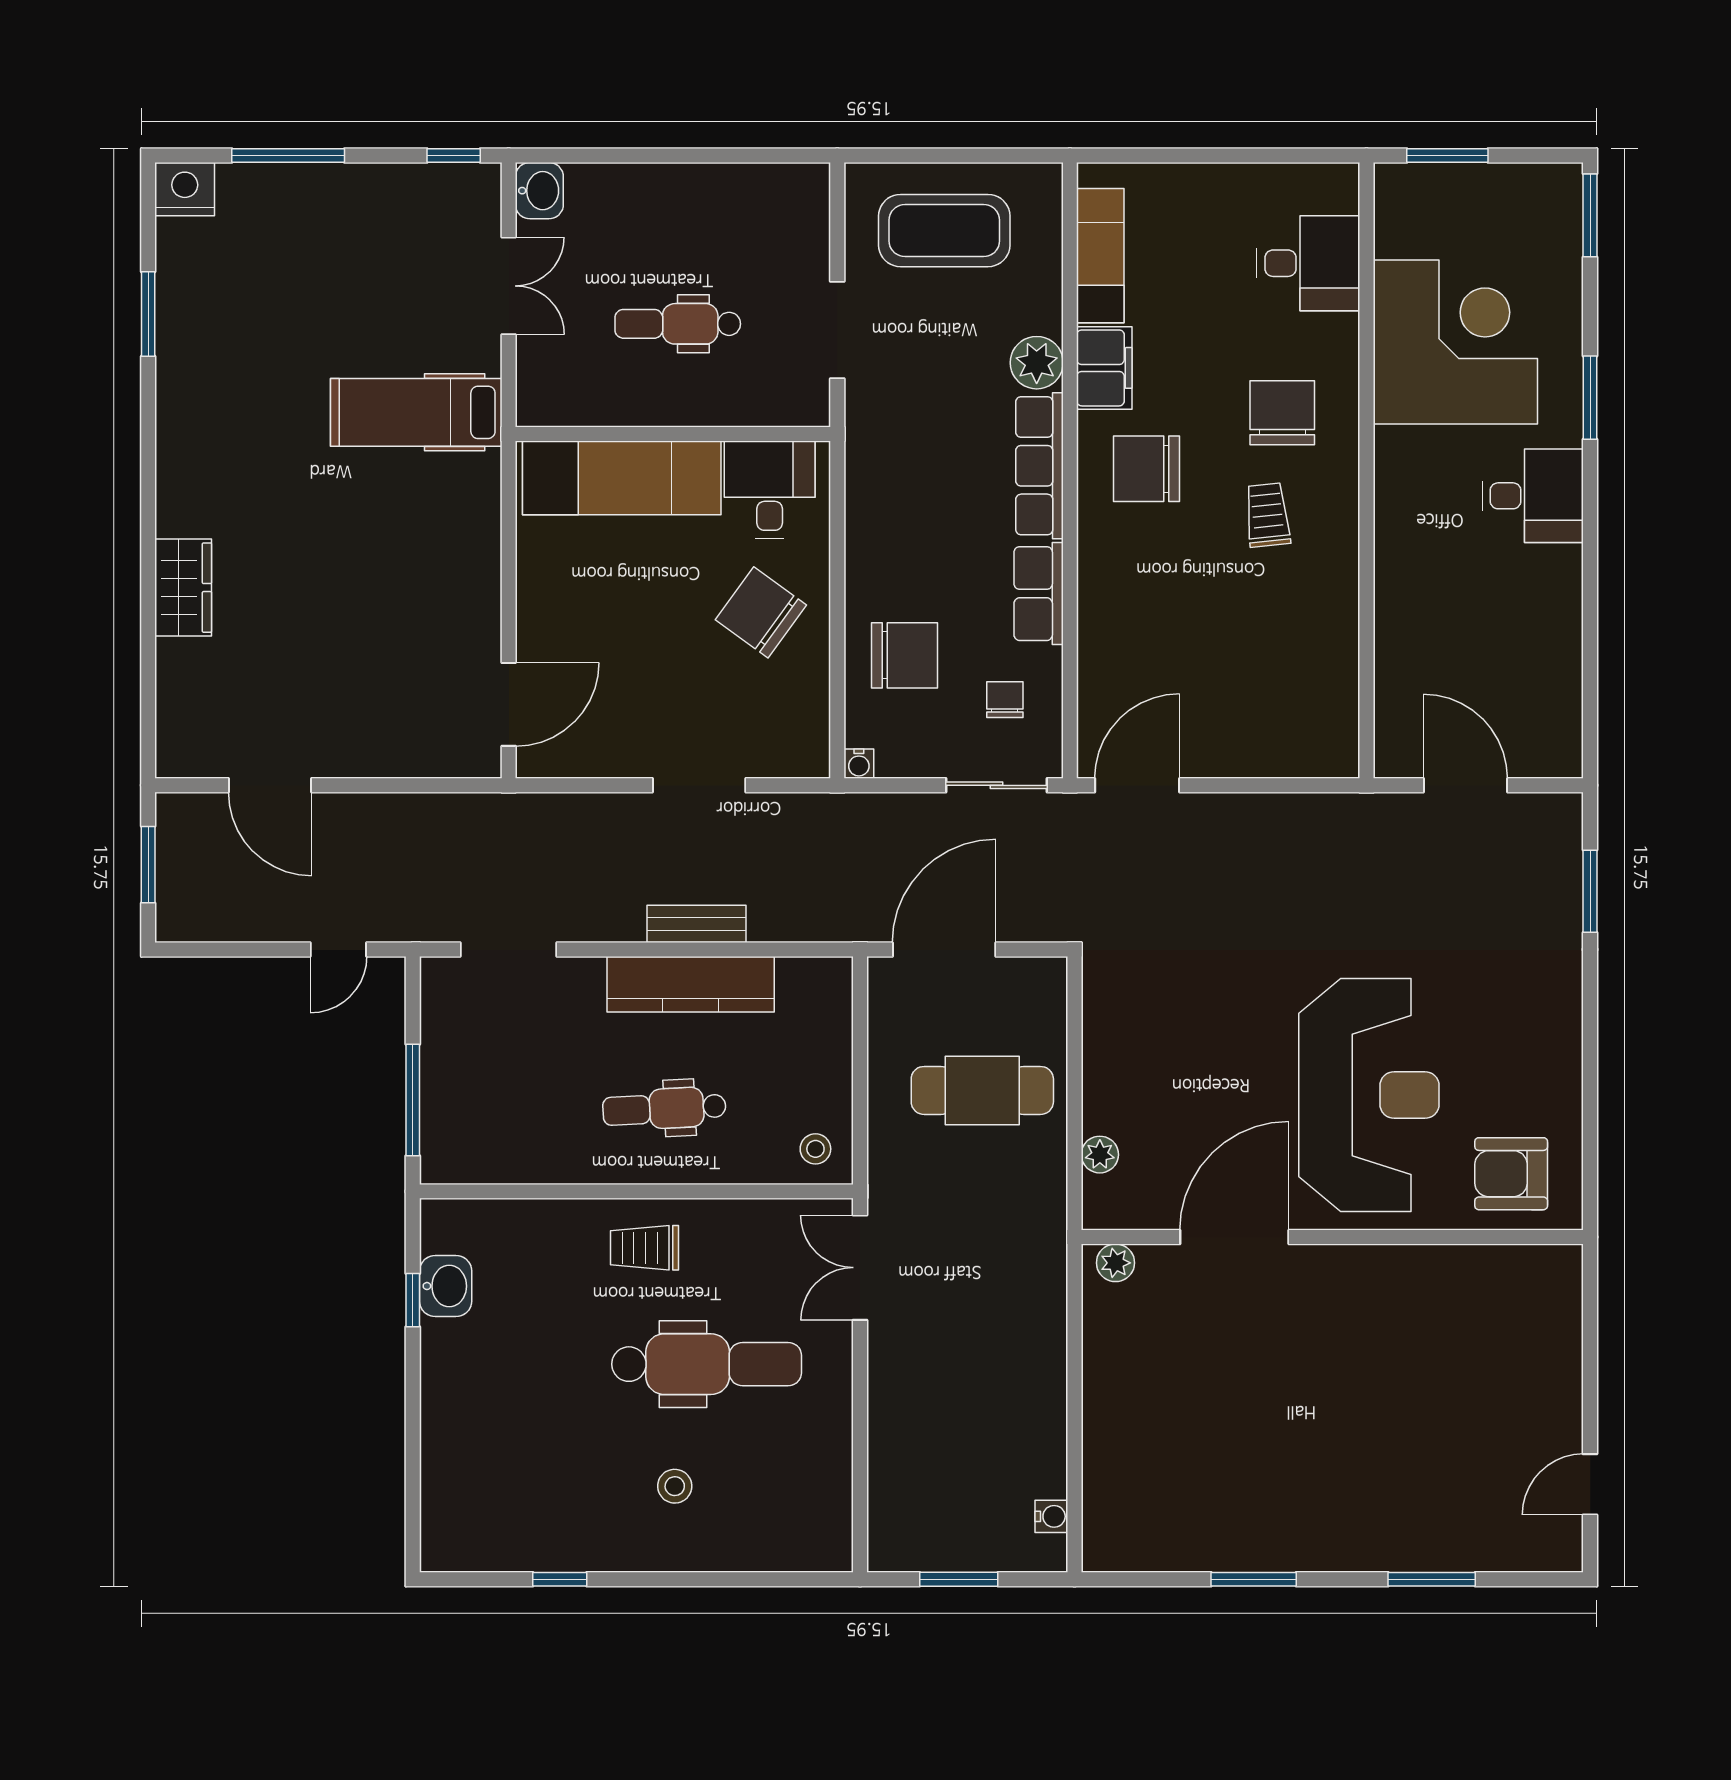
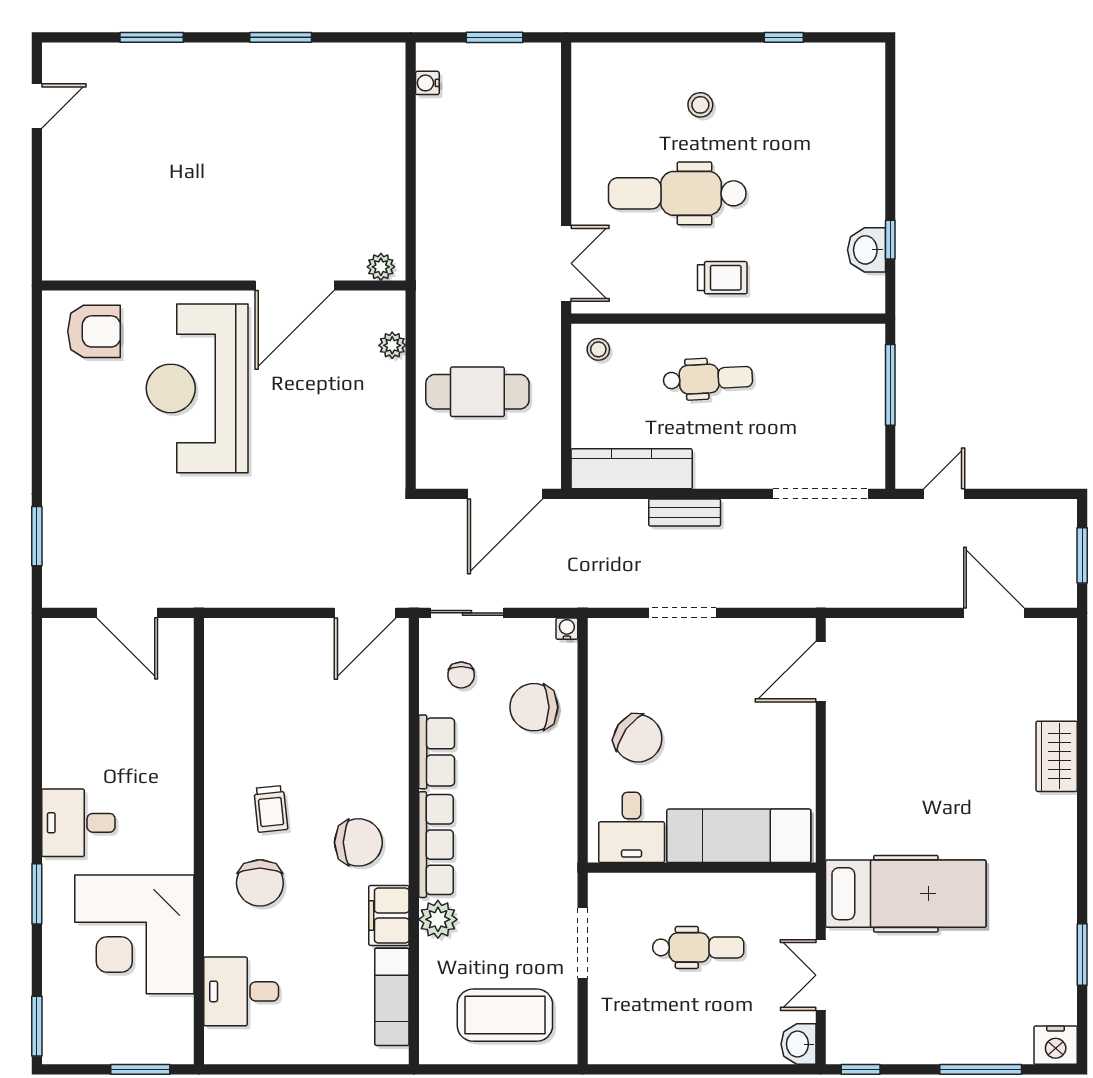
hospital bed: (416, 412) -> (906, 894), width x1.37, depth x1.29
doorway: (509, 950) -> (821, 494), width x1.36
kitchen counter: (691, 984) -> (632, 469), moved

